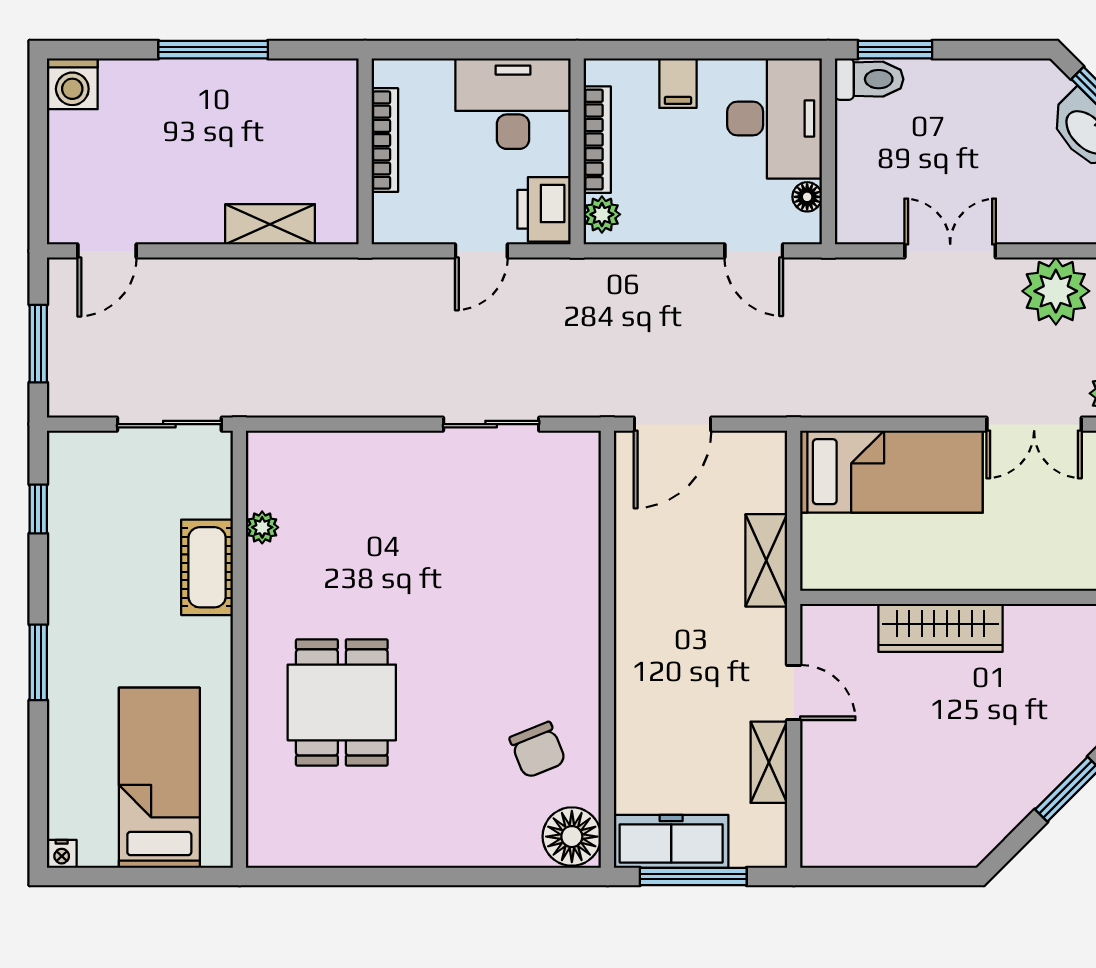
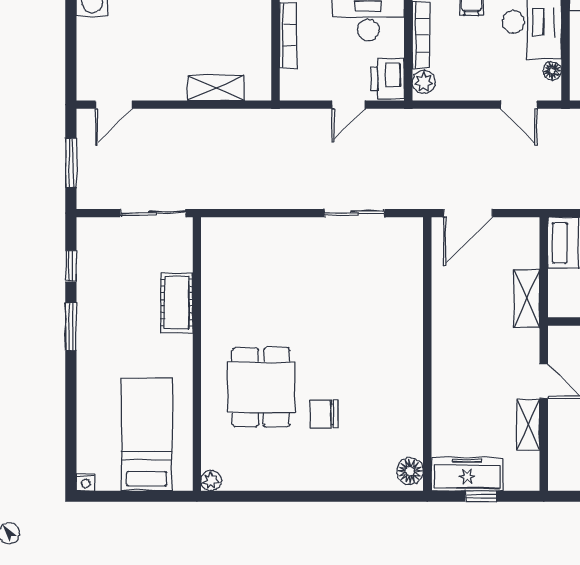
plant: (262, 527) -> (211, 481), moved
window: (38, 662) -> (71, 327), moved
chair: (538, 750) -> (324, 414), moved, turned 112
floor lamp: (572, 837) -> (410, 471), width x0.73, depth x0.73
window: (693, 877) -> (481, 496), width x0.46

